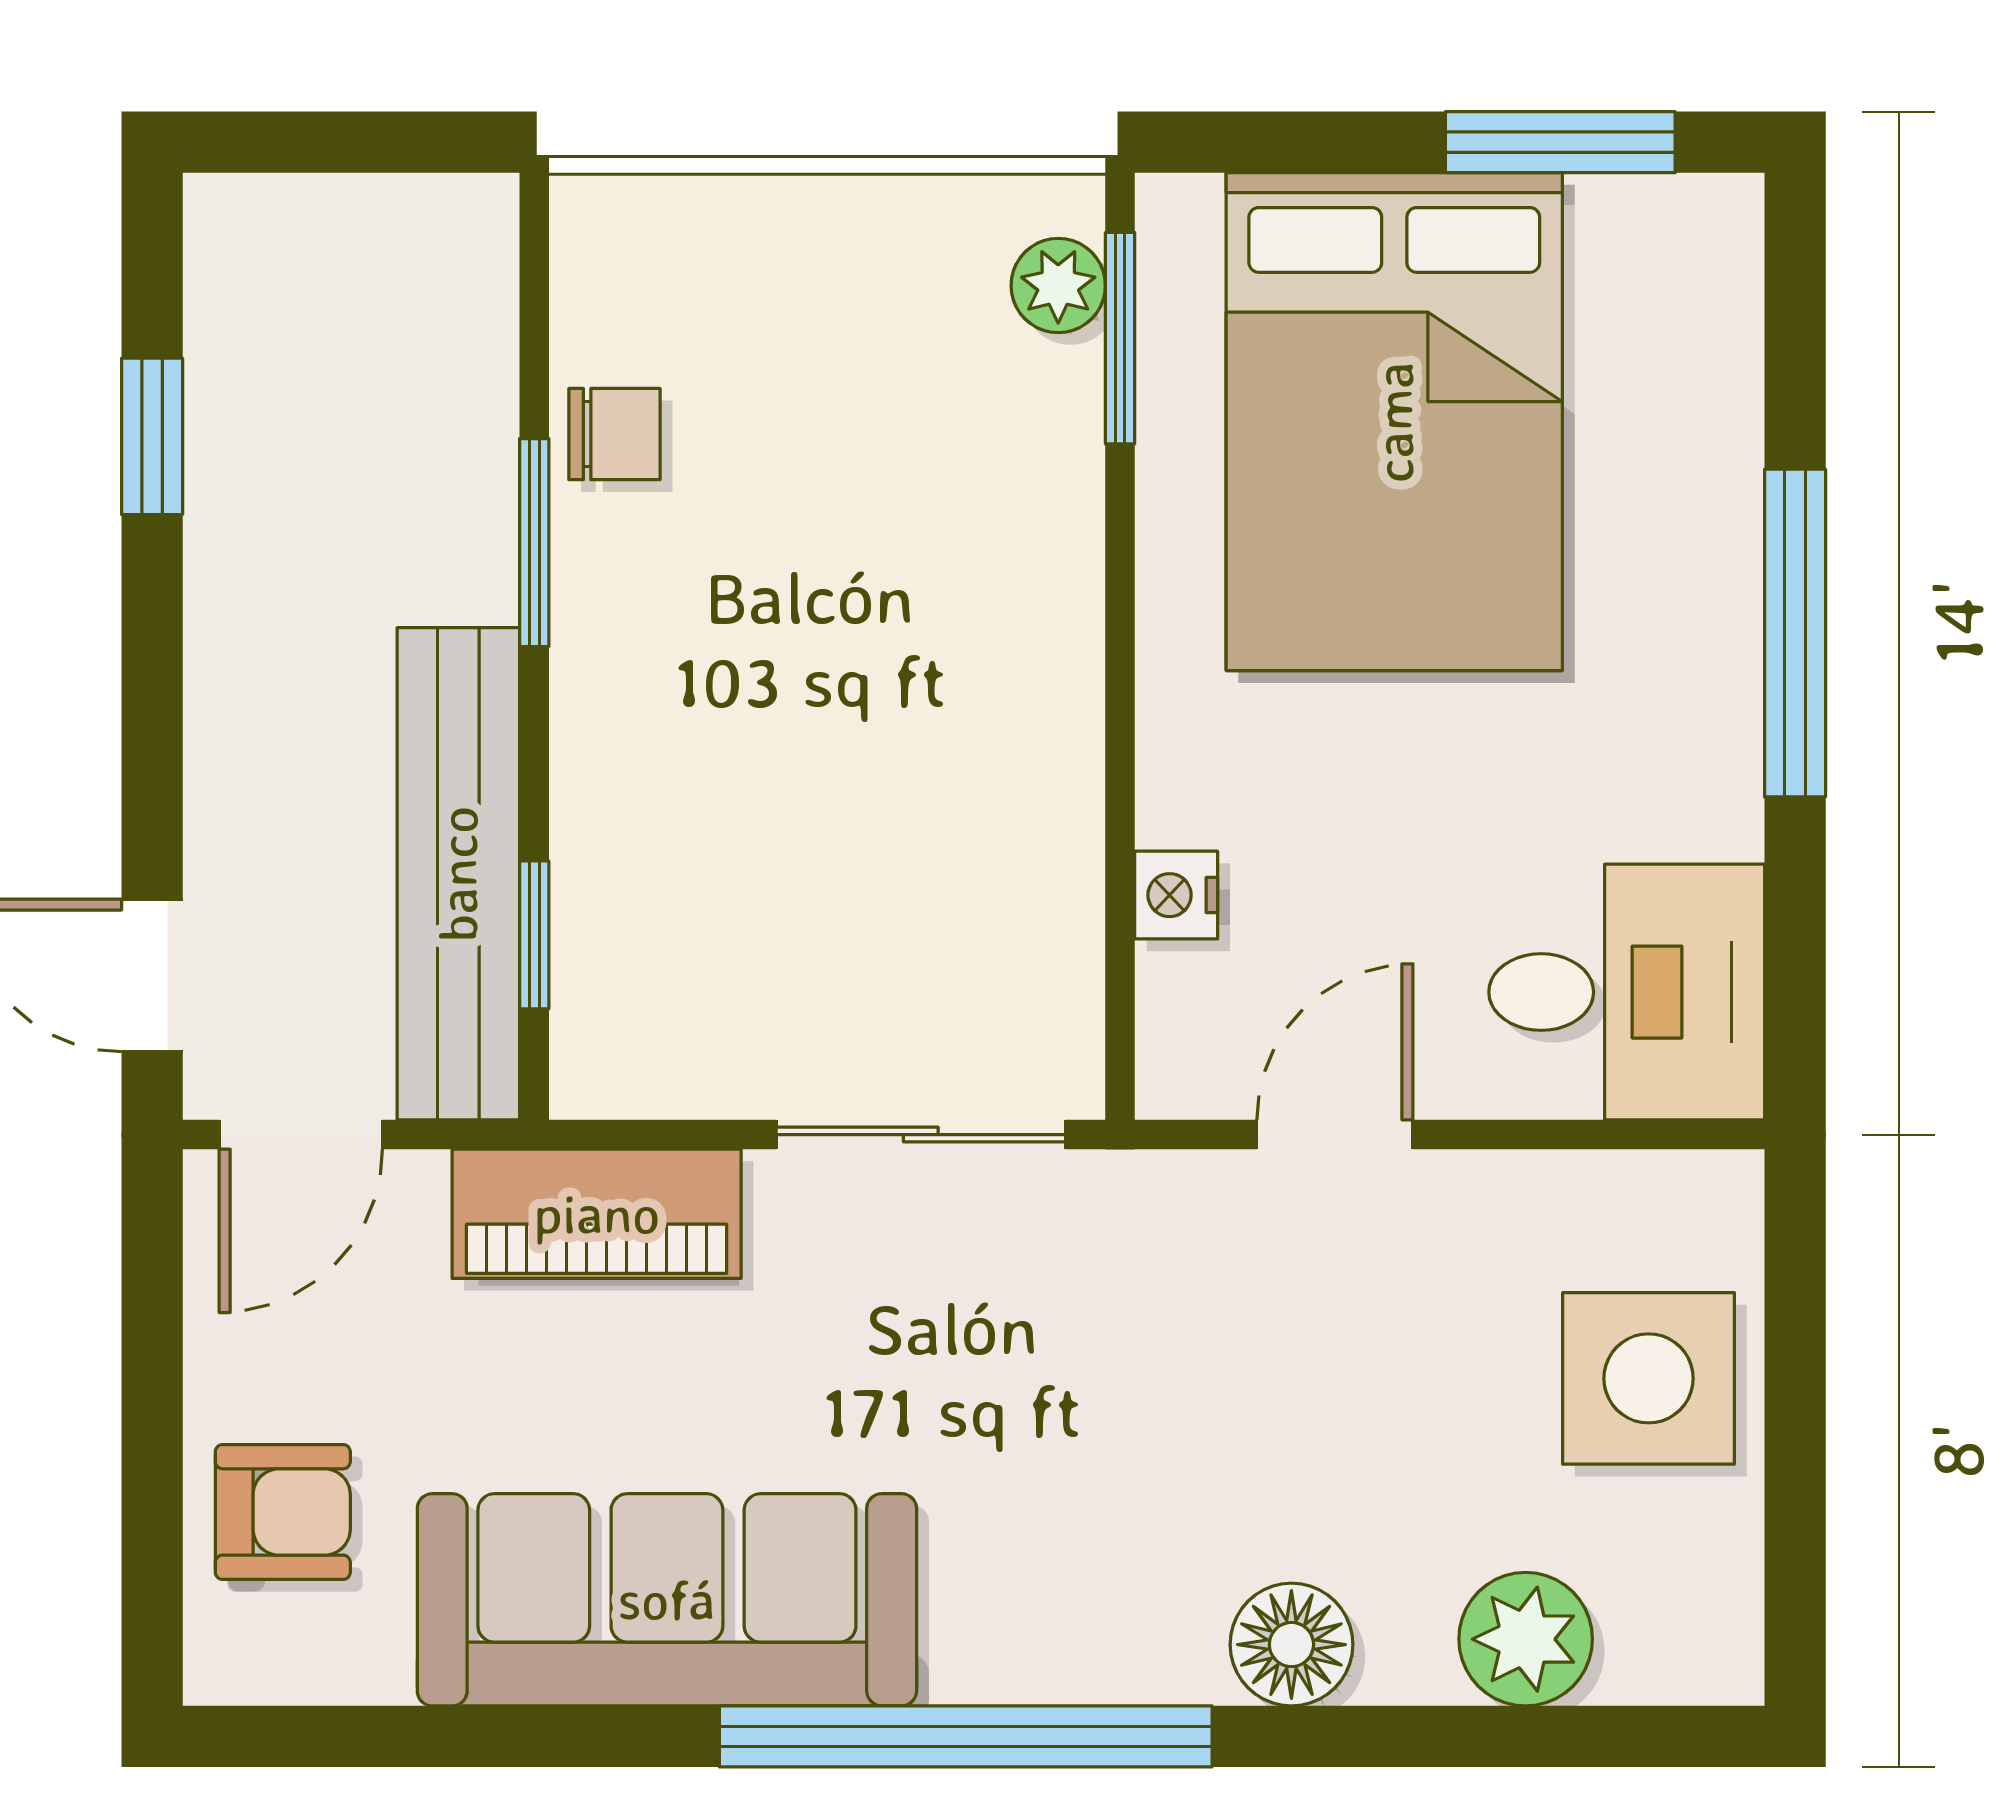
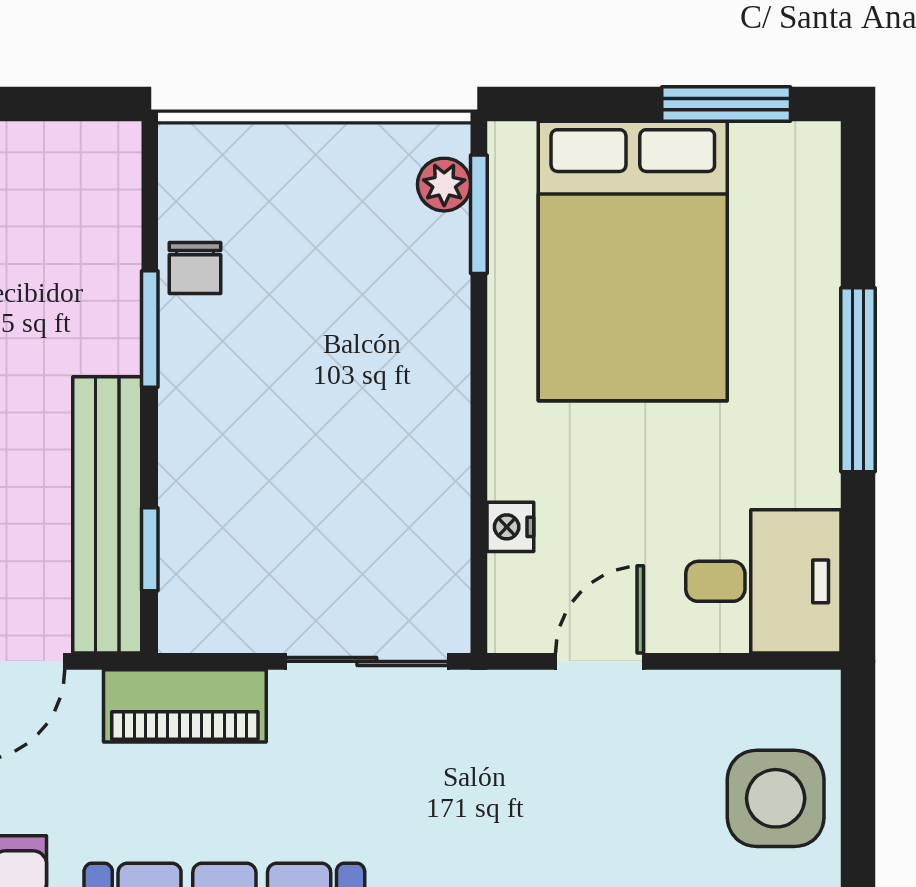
chair: (614, 434) -> (195, 268), turned 90

